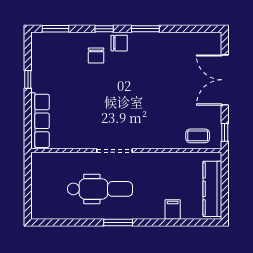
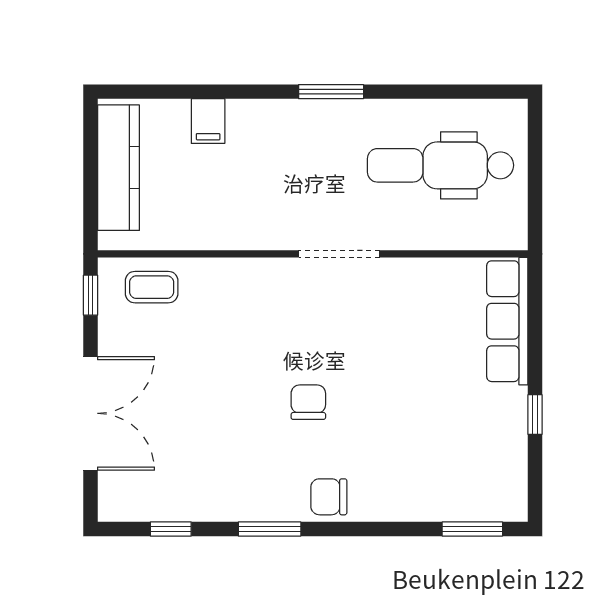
window: (104, 29) -> (171, 529), moved
chair: (96, 56) -> (308, 402), moved
dental chair: (100, 189) -> (441, 165), moved

